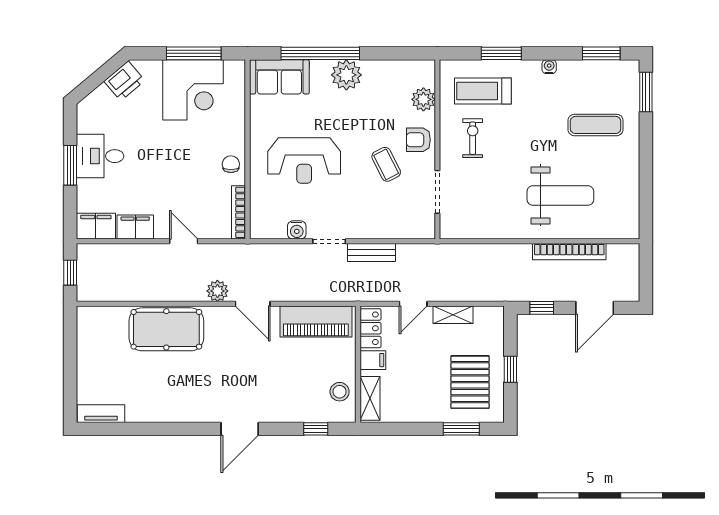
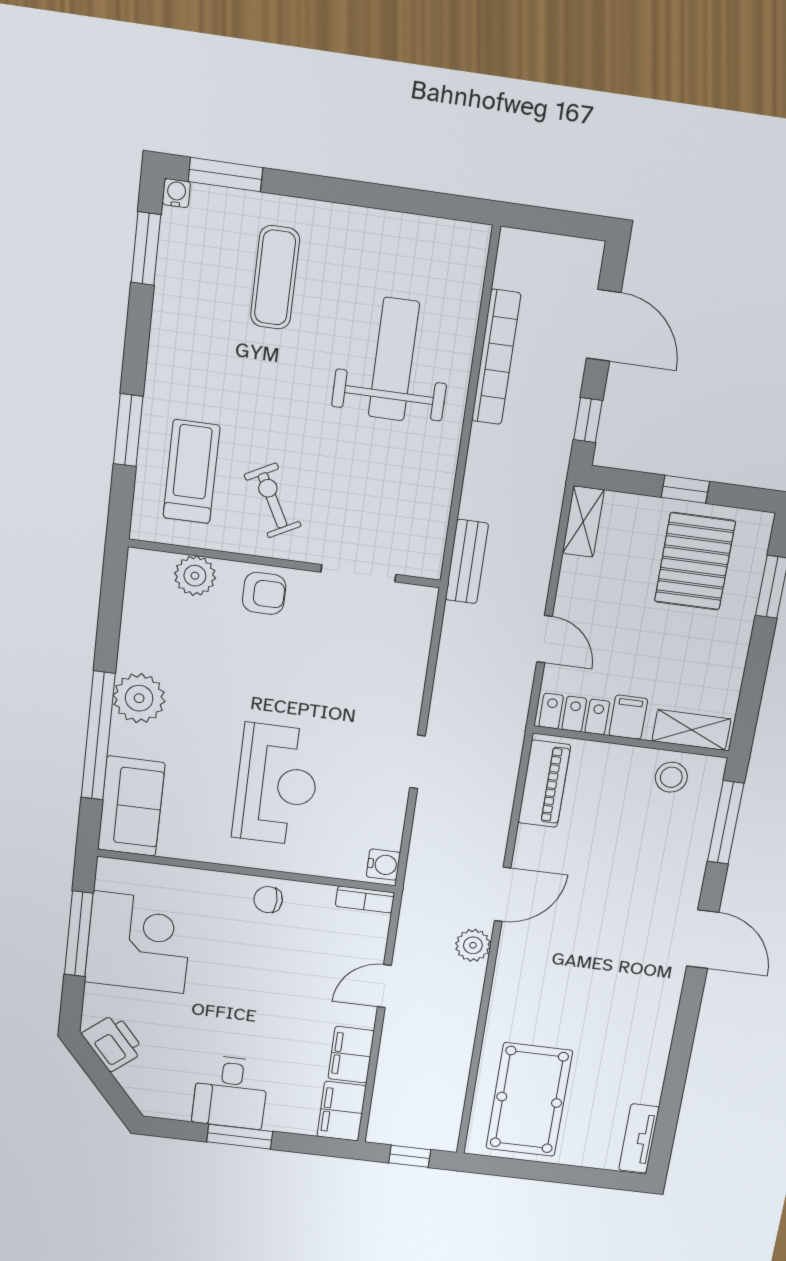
water cooler: (549, 67) -> (176, 193), moved, turned 90
treadmill: (483, 91) -> (191, 472), turned 180
exercise bike: (473, 138) -> (273, 500), turned 62
armchair: (418, 140) -> (264, 593), turned -90
coffee table: (386, 164) -> (300, 653), removed
bookcase: (239, 212) -> (365, 899), width x0.64
water cooler: (297, 230) -> (383, 865), moved
bench: (371, 252) -> (467, 562), moved
shelving: (453, 315) -> (583, 522), moved
piano: (316, 321) -> (544, 784), width x0.73, depth x0.75
pool table: (166, 329) -> (529, 1100), moved
pallet: (470, 382) -> (695, 561), turned 90
window: (316, 429) -> (726, 822), width x2.17

